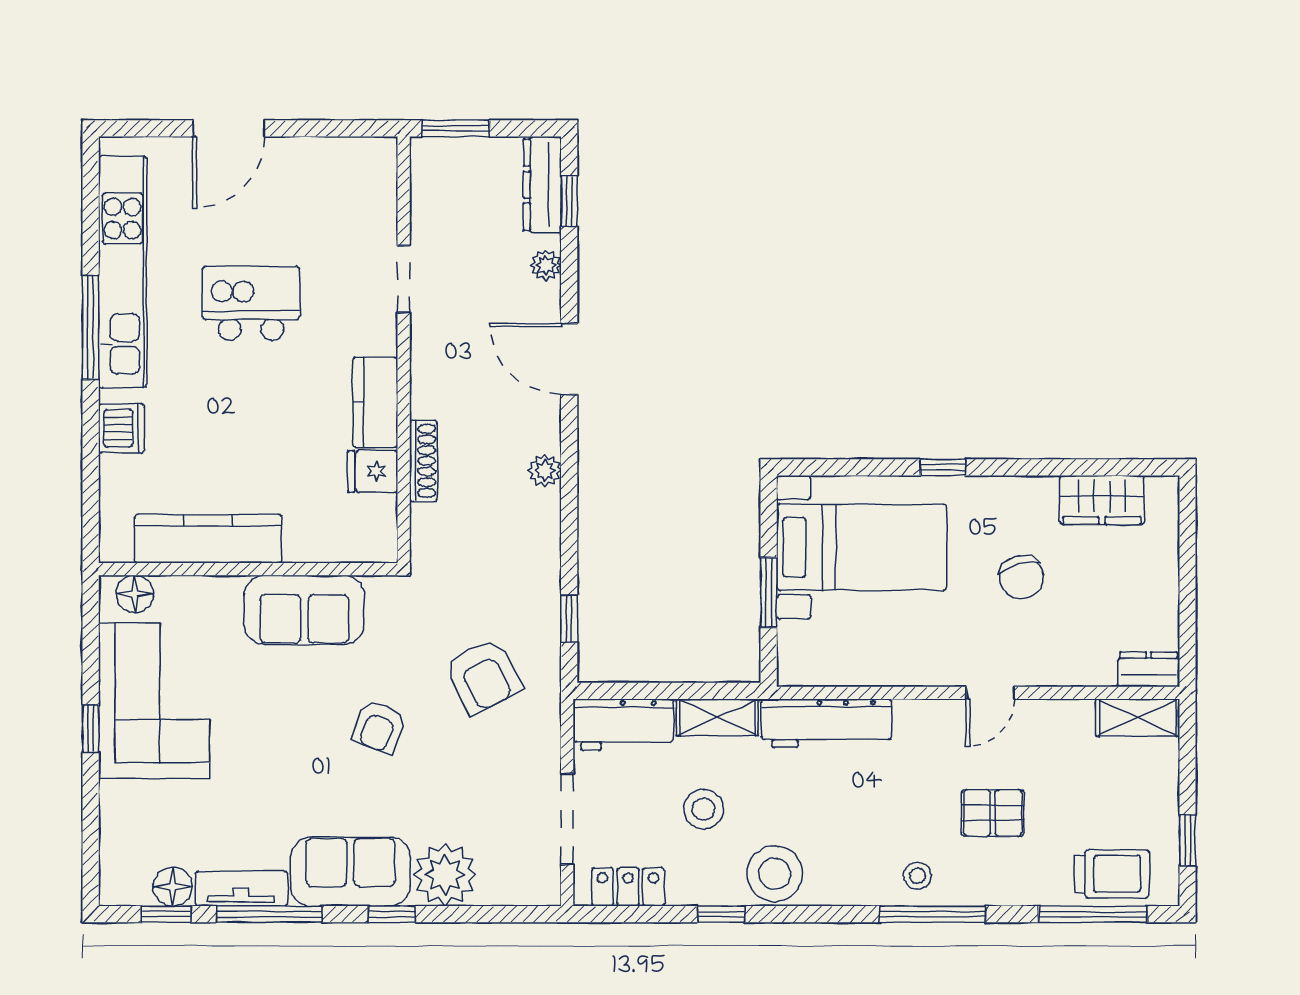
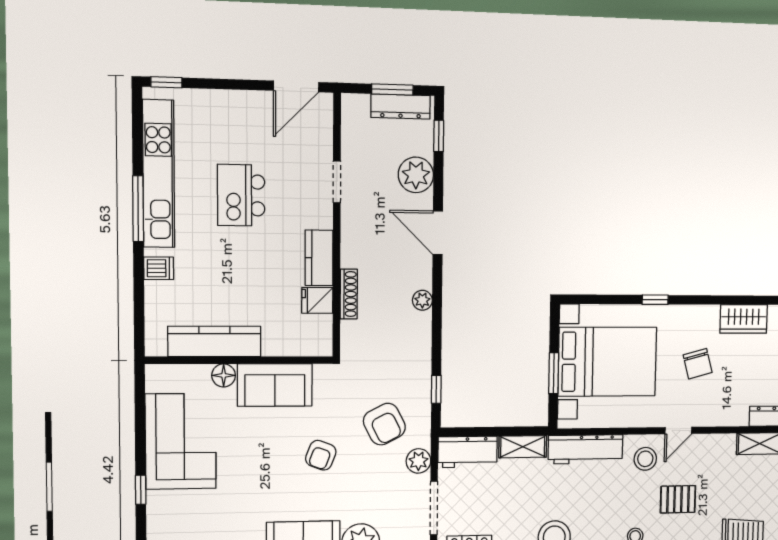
window: (136, 128) -> (166, 82), added
door: (229, 128) -> (296, 86), moved
window: (456, 128) -> (392, 89), moved
dresser: (542, 185) -> (401, 106), moved, turned -90
plant: (546, 265) -> (416, 175), width x1.88, depth x1.88
kitchen island: (251, 303) -> (241, 195), turned -90
dishwasher: (122, 428) -> (159, 268), width x0.73
bed with nightstands: (862, 547) -> (607, 362), width x1.36
floor lamp: (135, 594) -> (224, 375), moved
window: (91, 729) -> (141, 490), moved
plant: (541, 739) -> (418, 461), added
stool: (704, 809) -> (645, 459), moved

